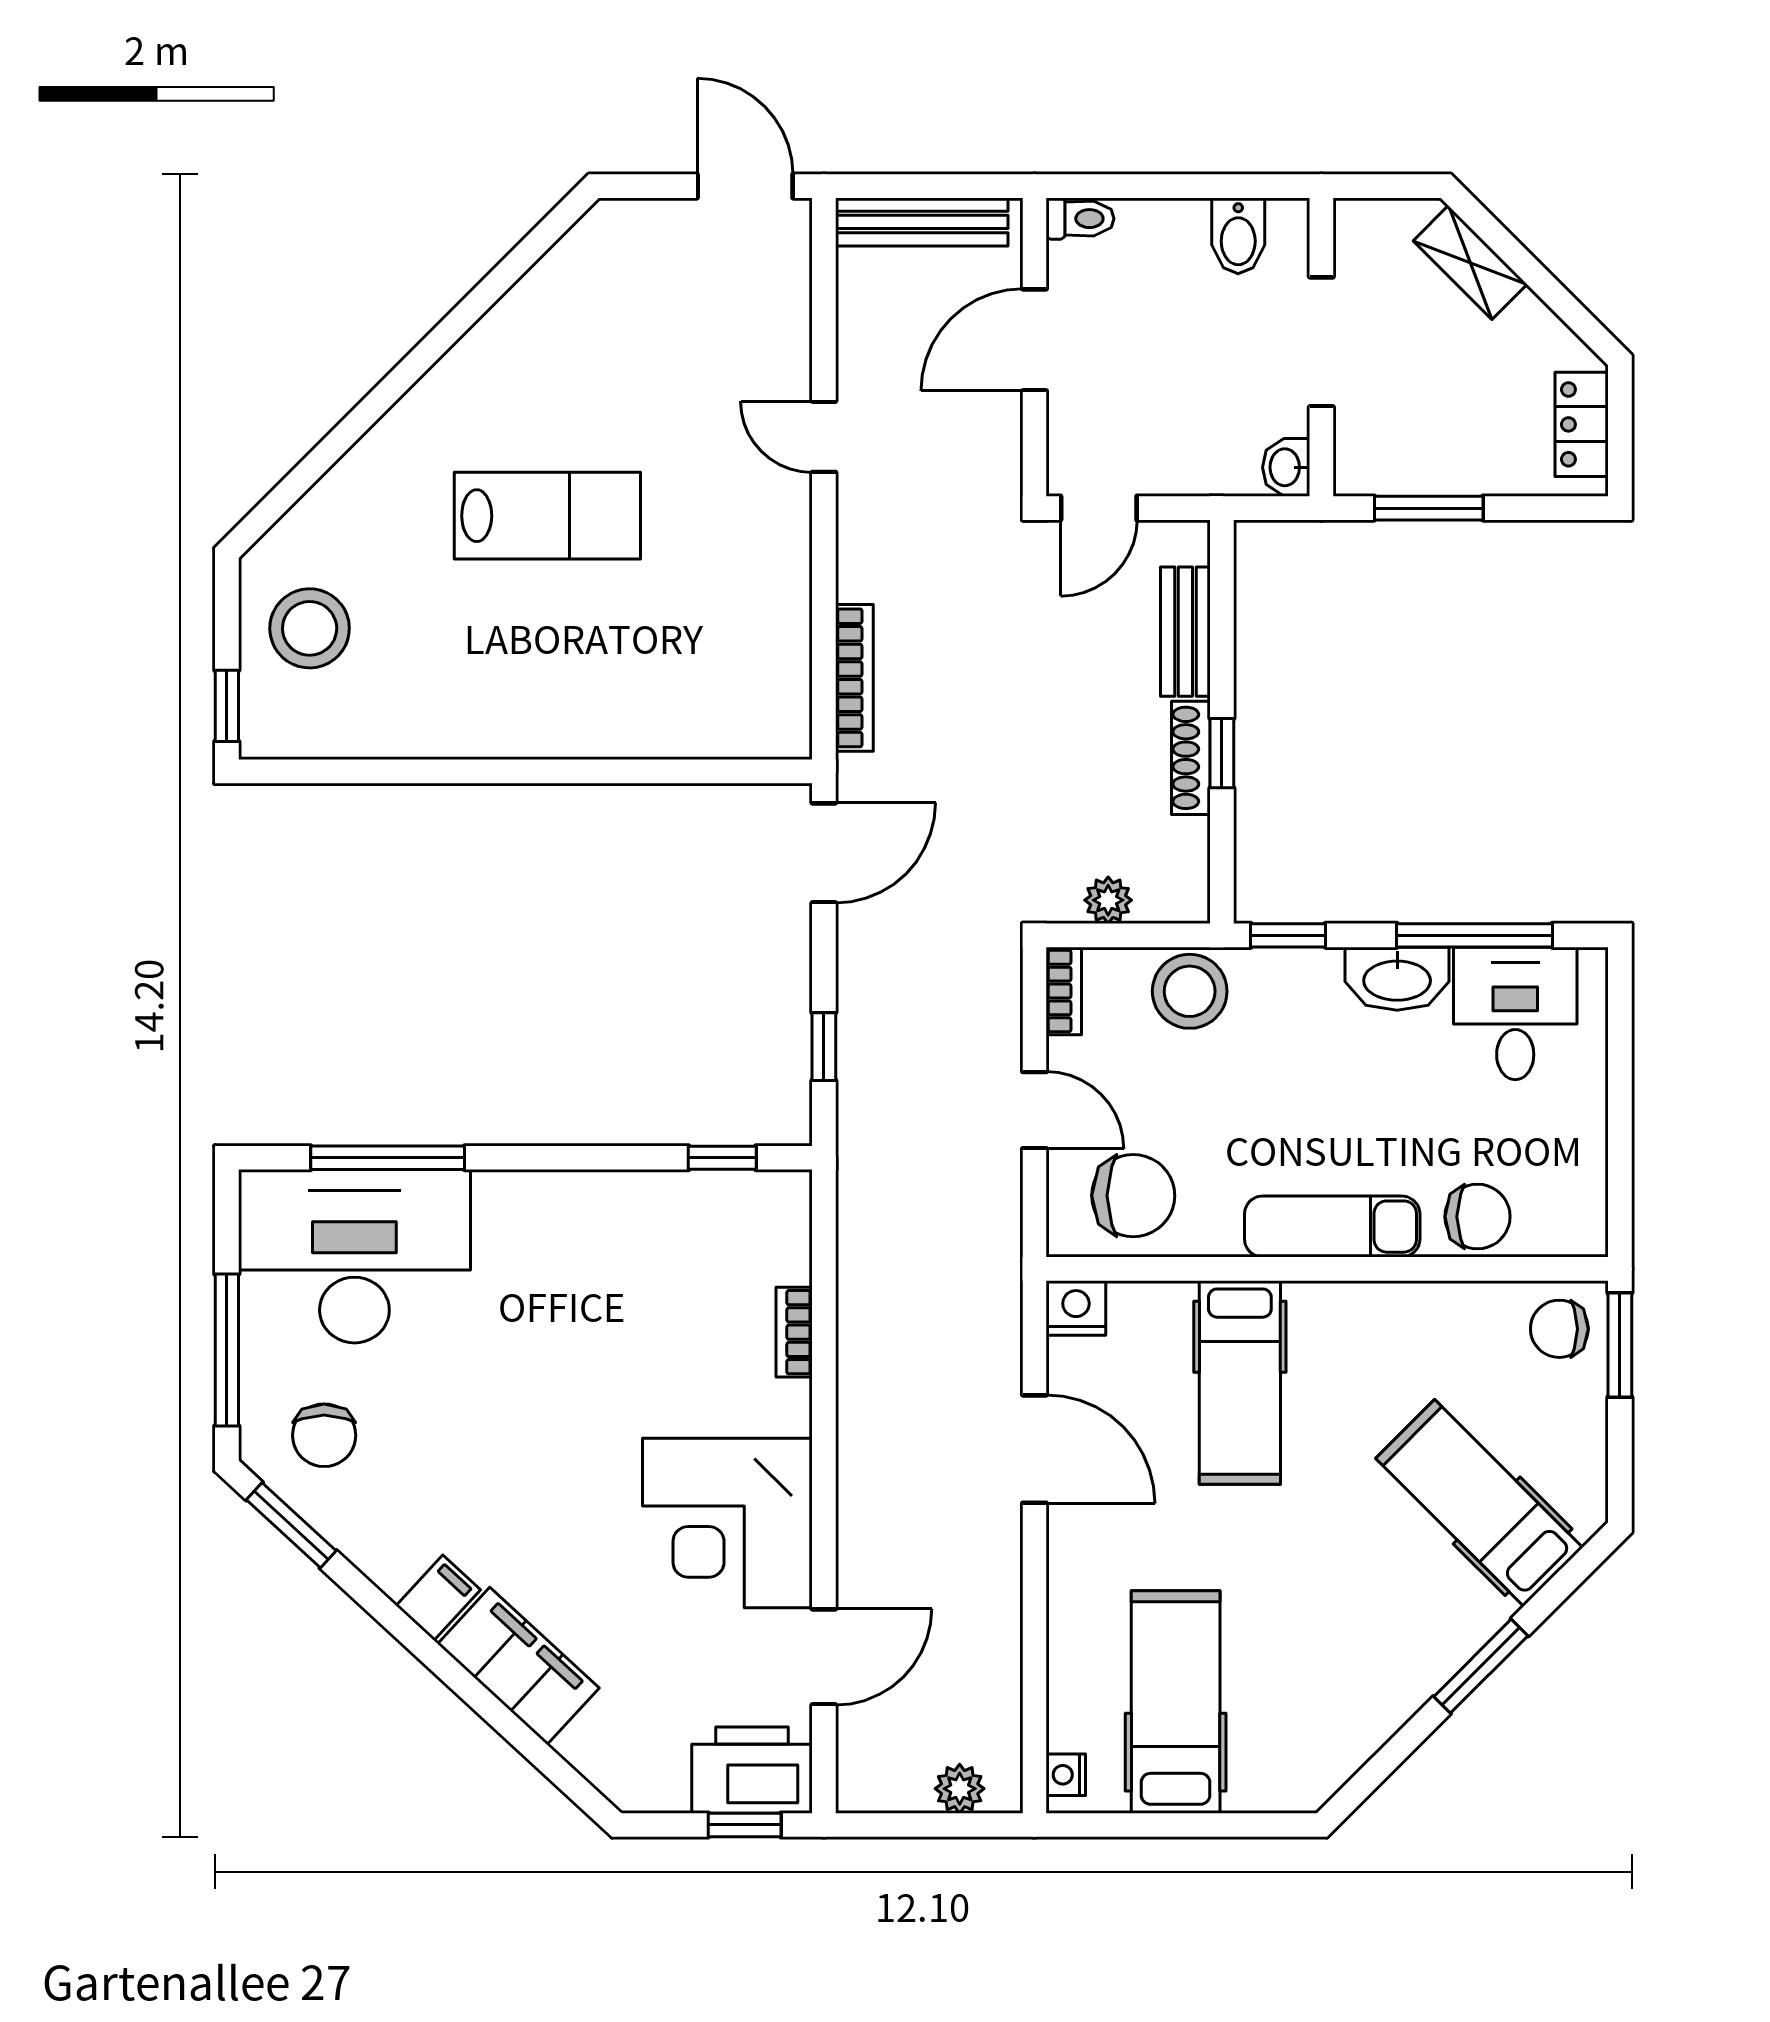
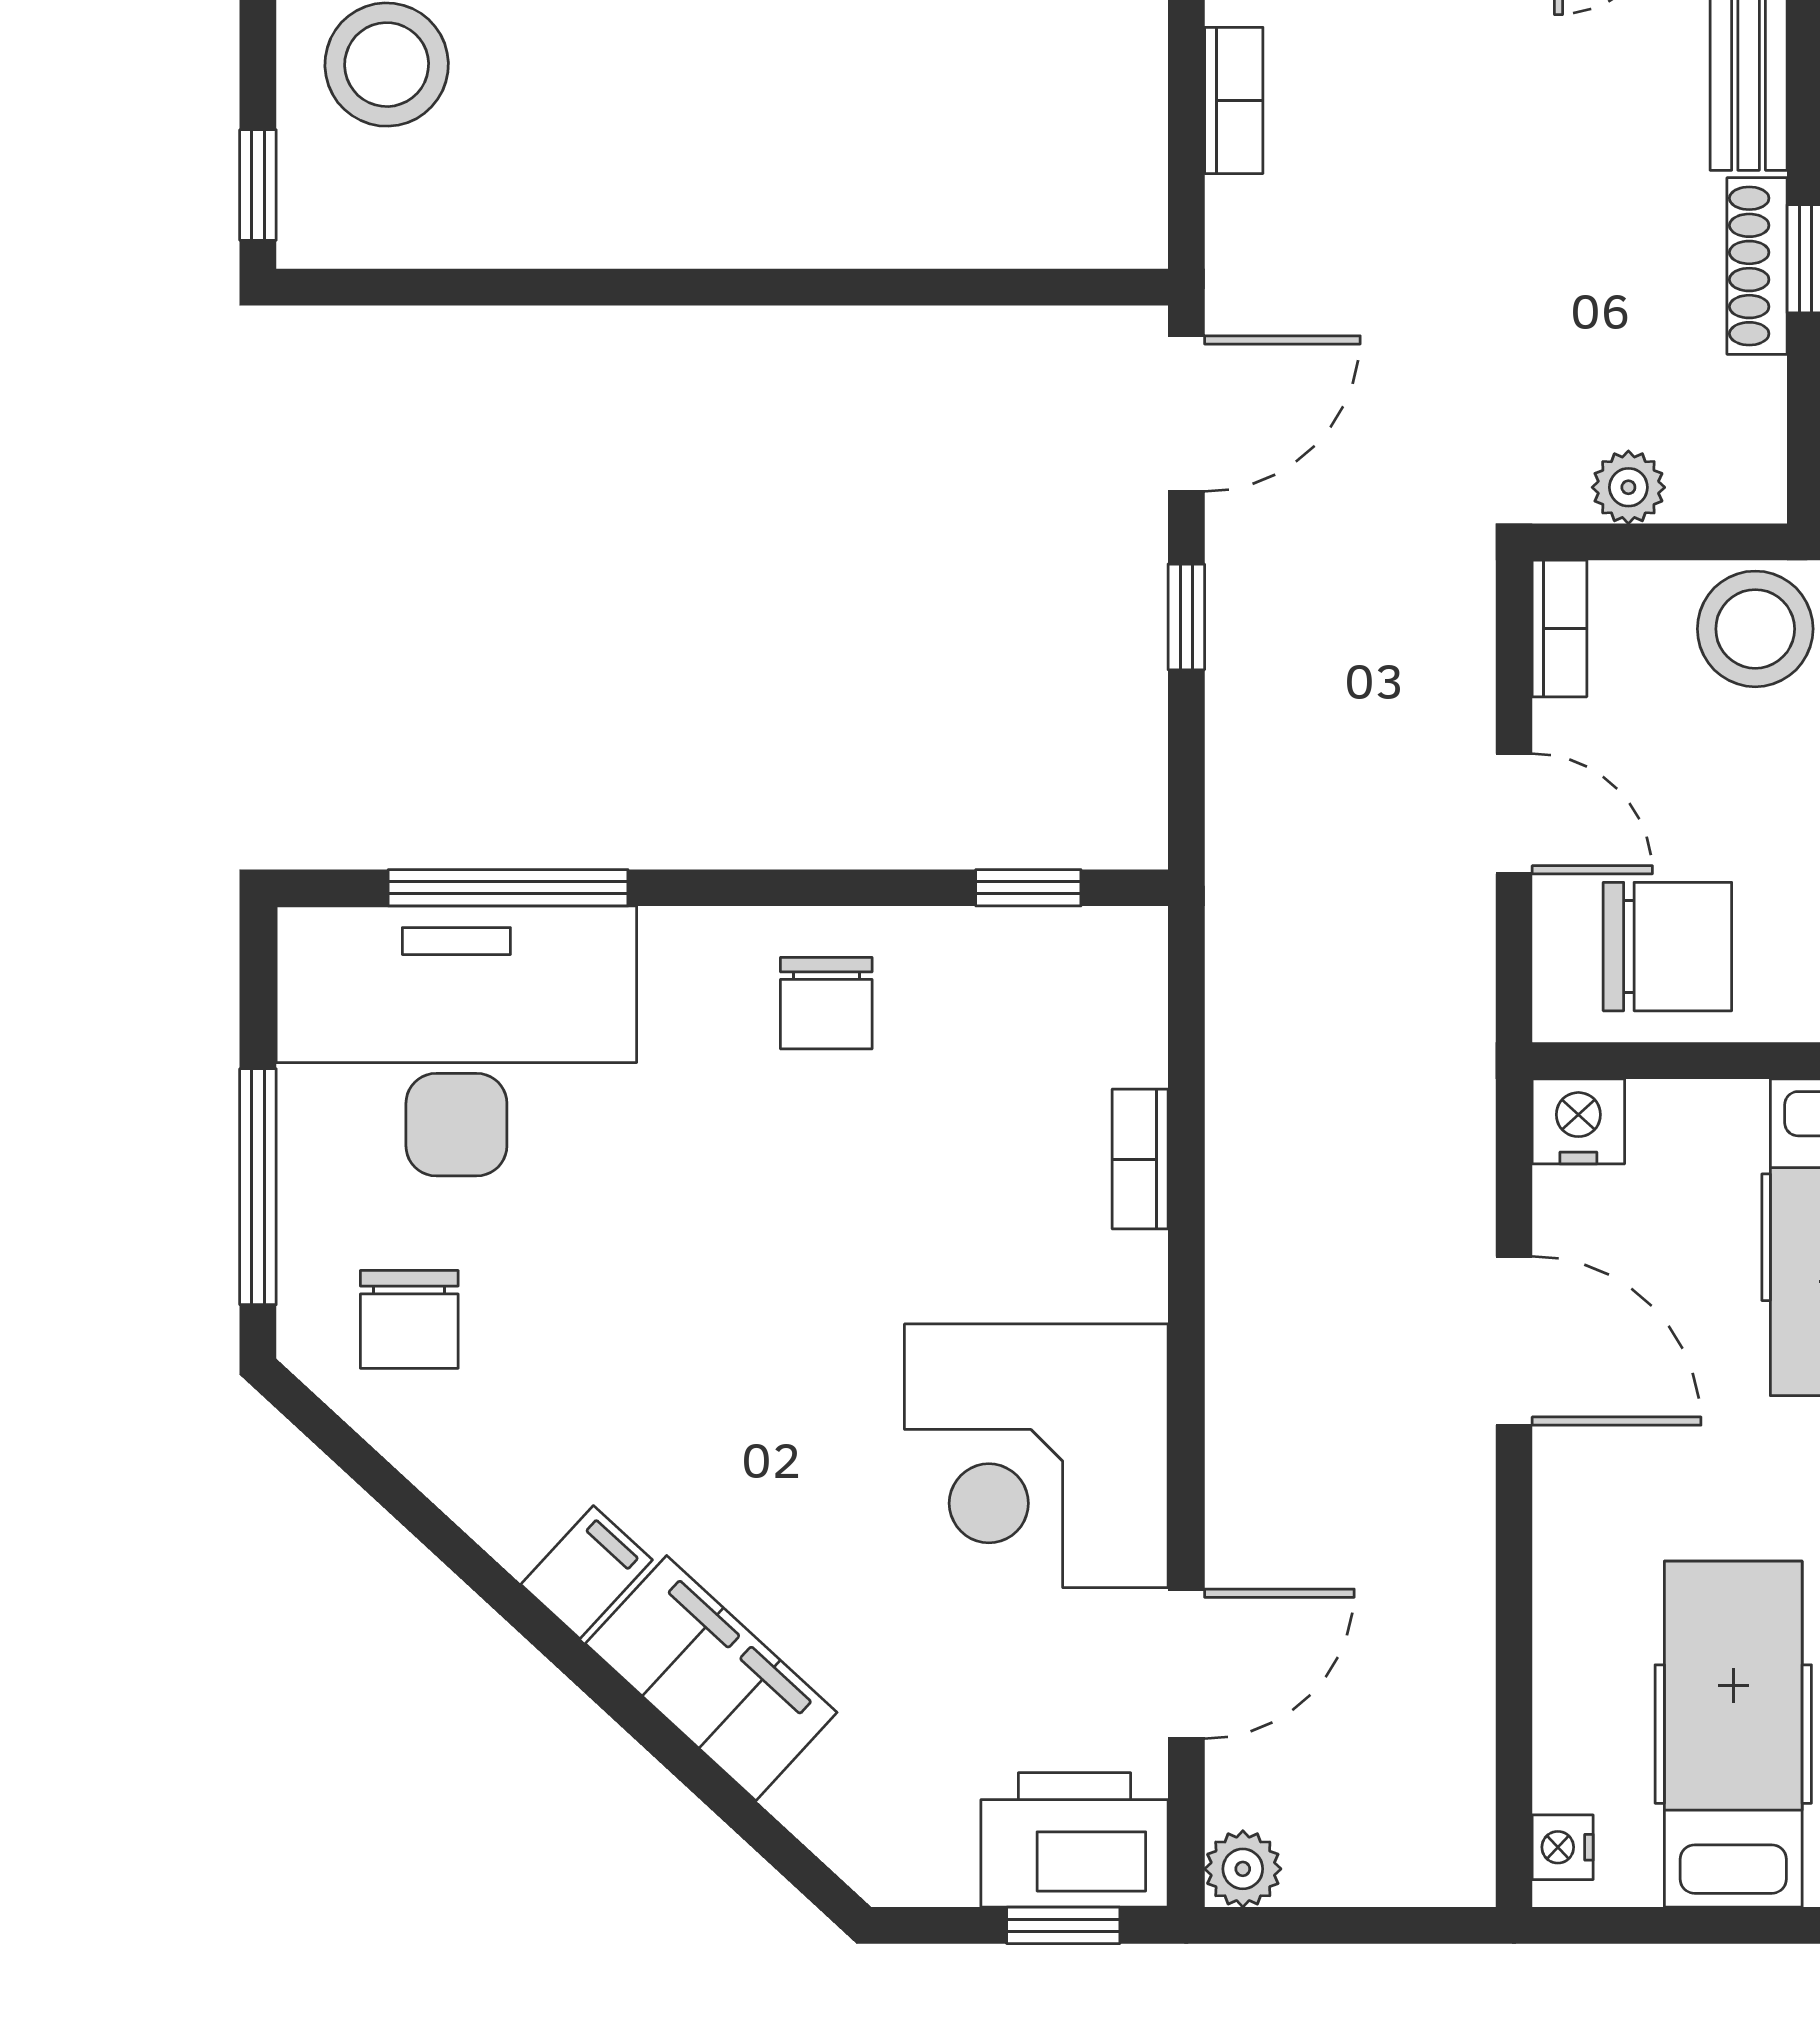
bookcase: (854, 678) -> (1234, 100), width x0.64
window: (824, 1047) -> (1186, 617), moved
chair: (592, 1232) -> (826, 1003), added
window: (291, 1525) -> (358, 1459), removed
plant: (960, 1789) -> (1243, 1869), moved

